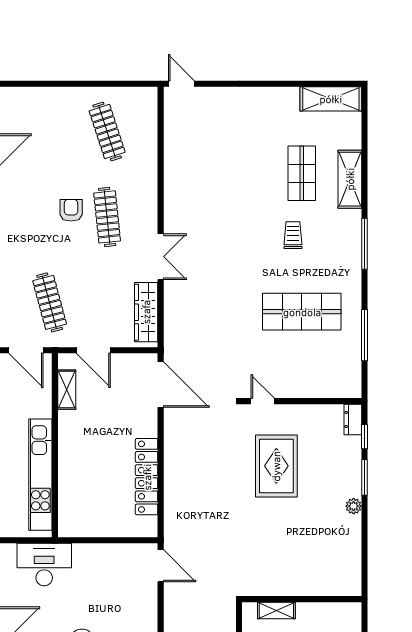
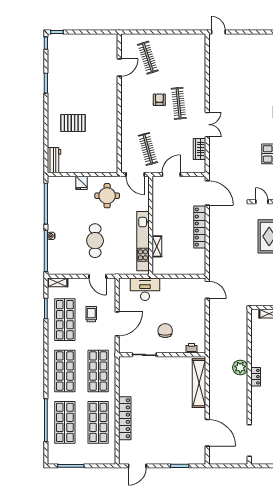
clothes rail: (107, 132) -> (148, 58), moved
wardrobe: (146, 312) -> (200, 149), width x0.67
door: (93, 350) -> (171, 175), swing flipped
shelving: (67, 390) -> (157, 246), moved
locker: (147, 477) -> (200, 227), moved

